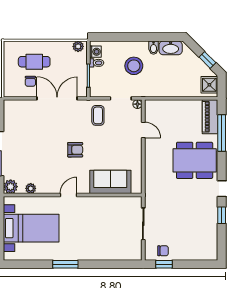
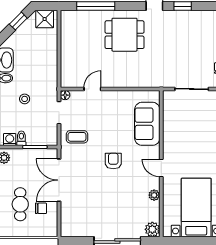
stool: (134, 66) -> (25, 99), width x0.53, depth x0.53
piano: (210, 117) -> (78, 18), removed
dining table: (195, 160) -> (125, 35), width x0.73
plant: (31, 188) -> (154, 195), moved

